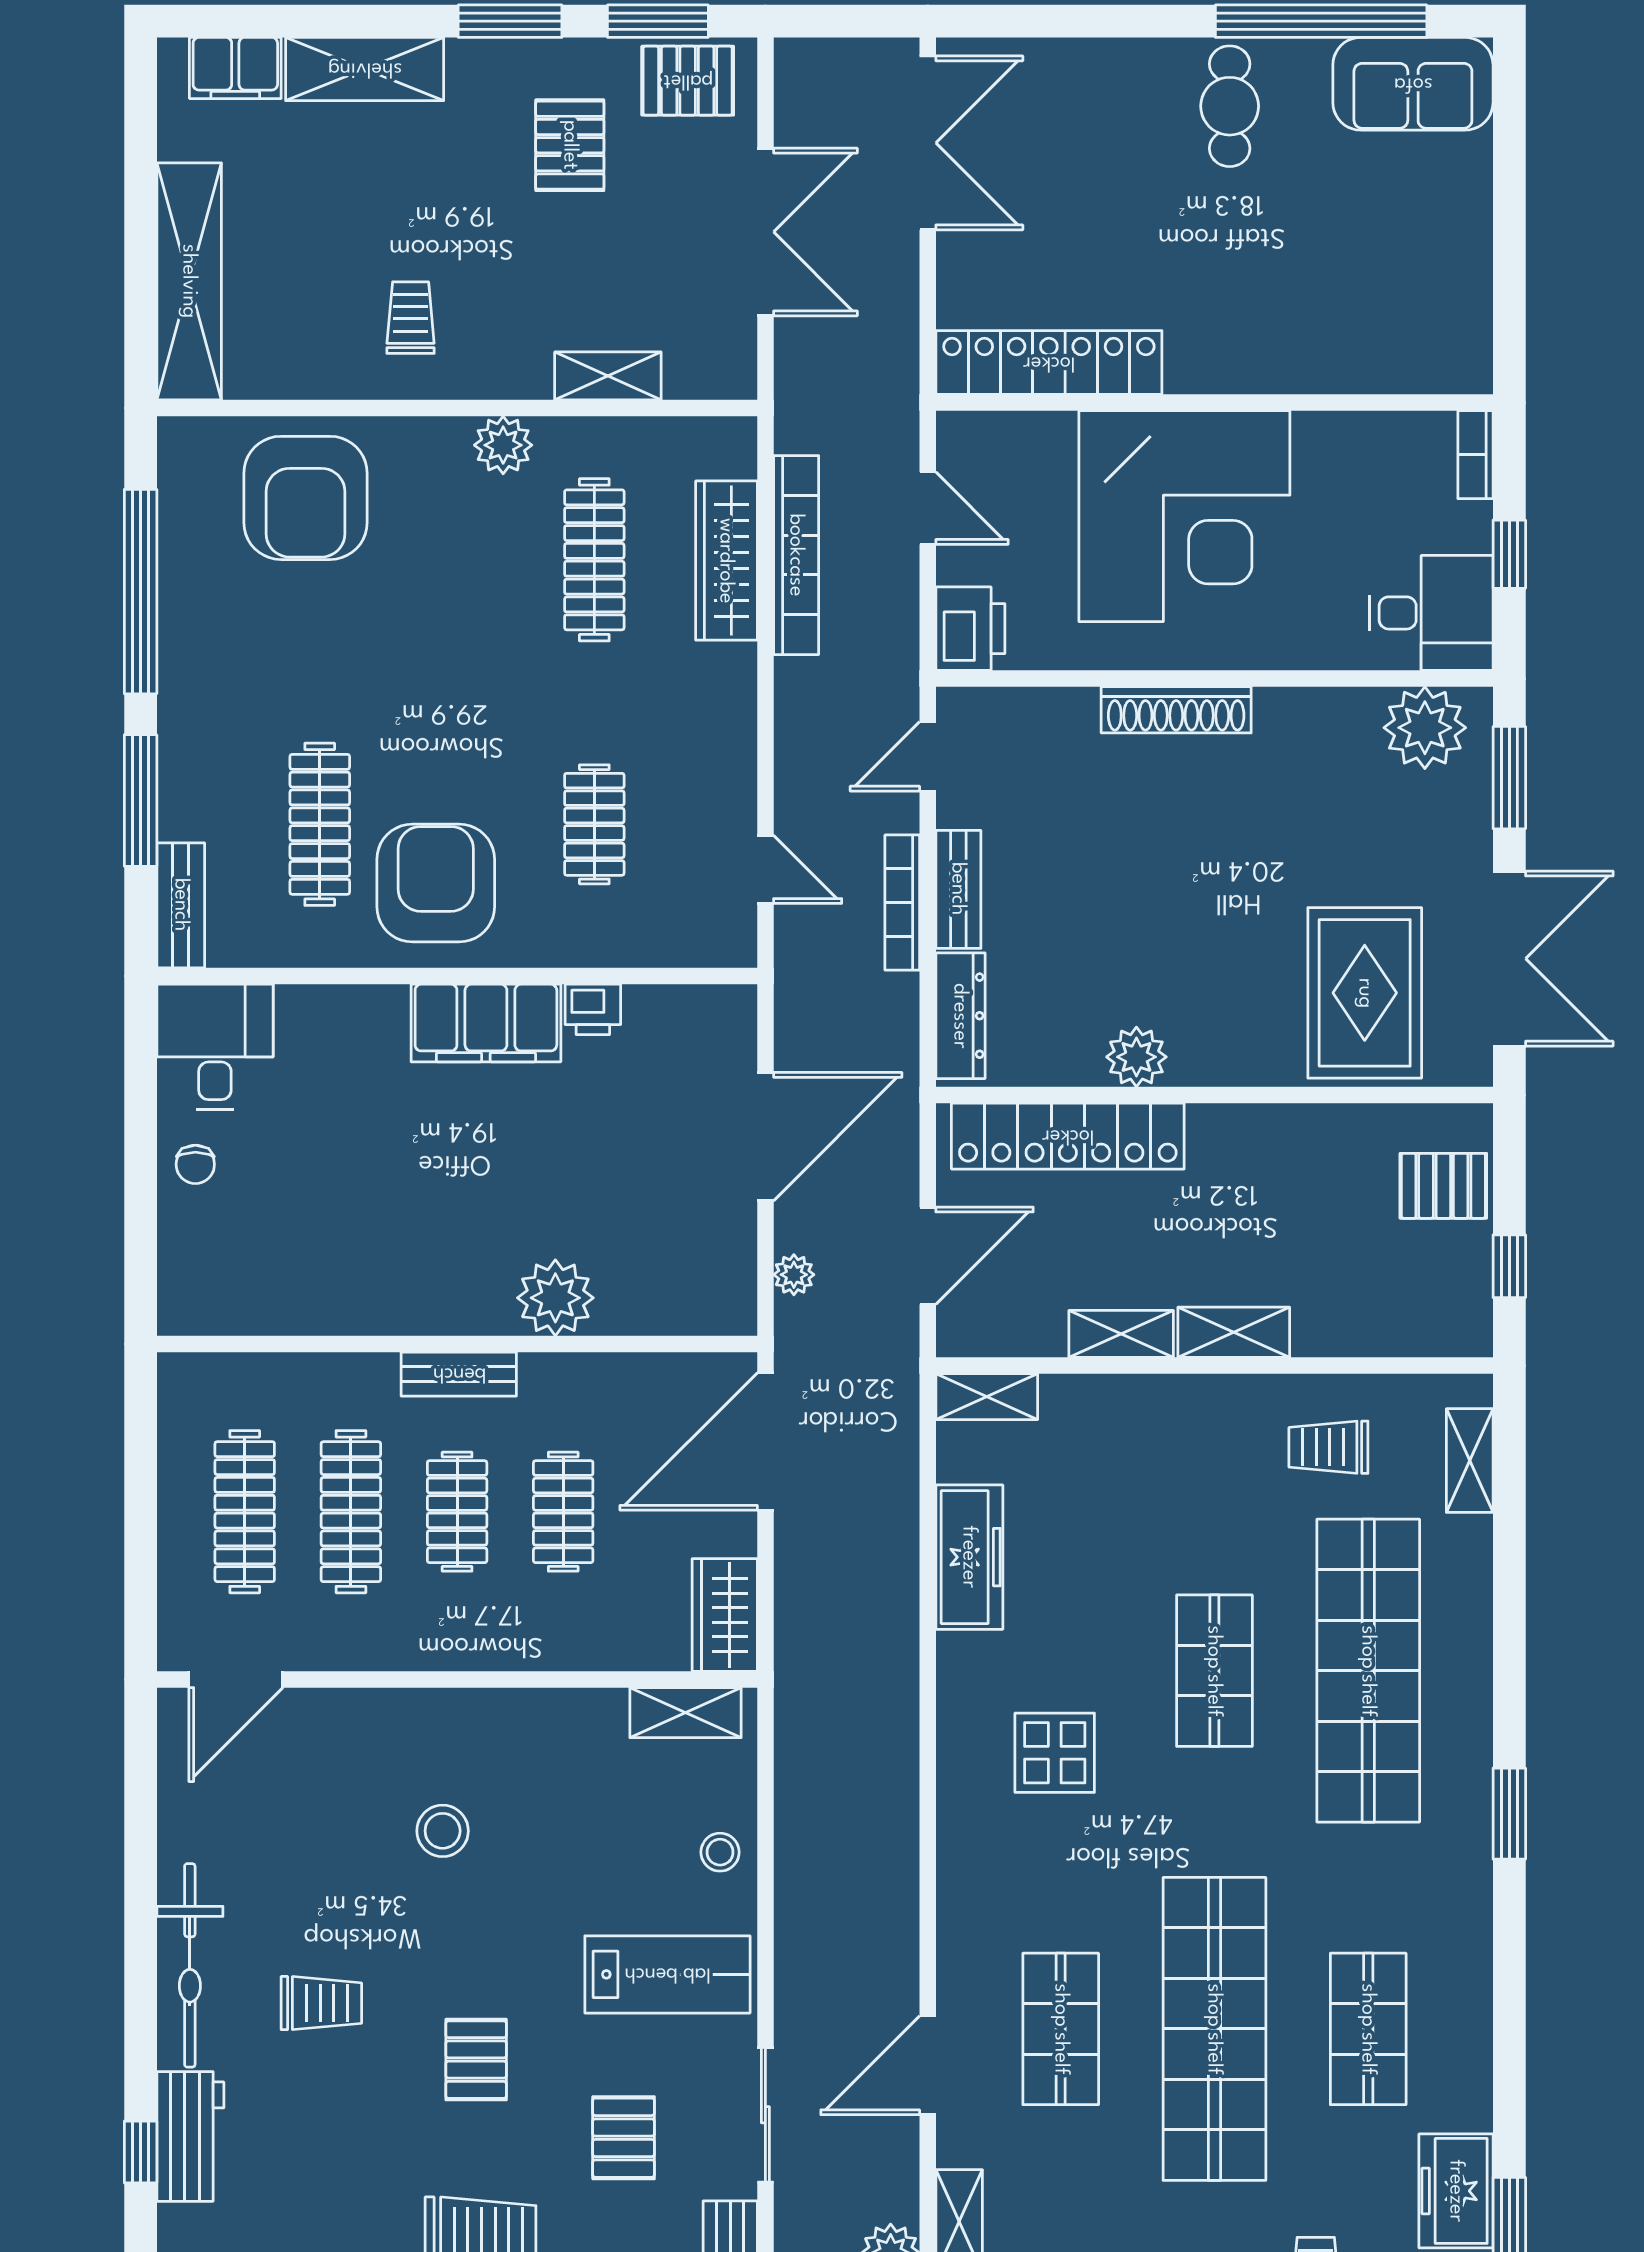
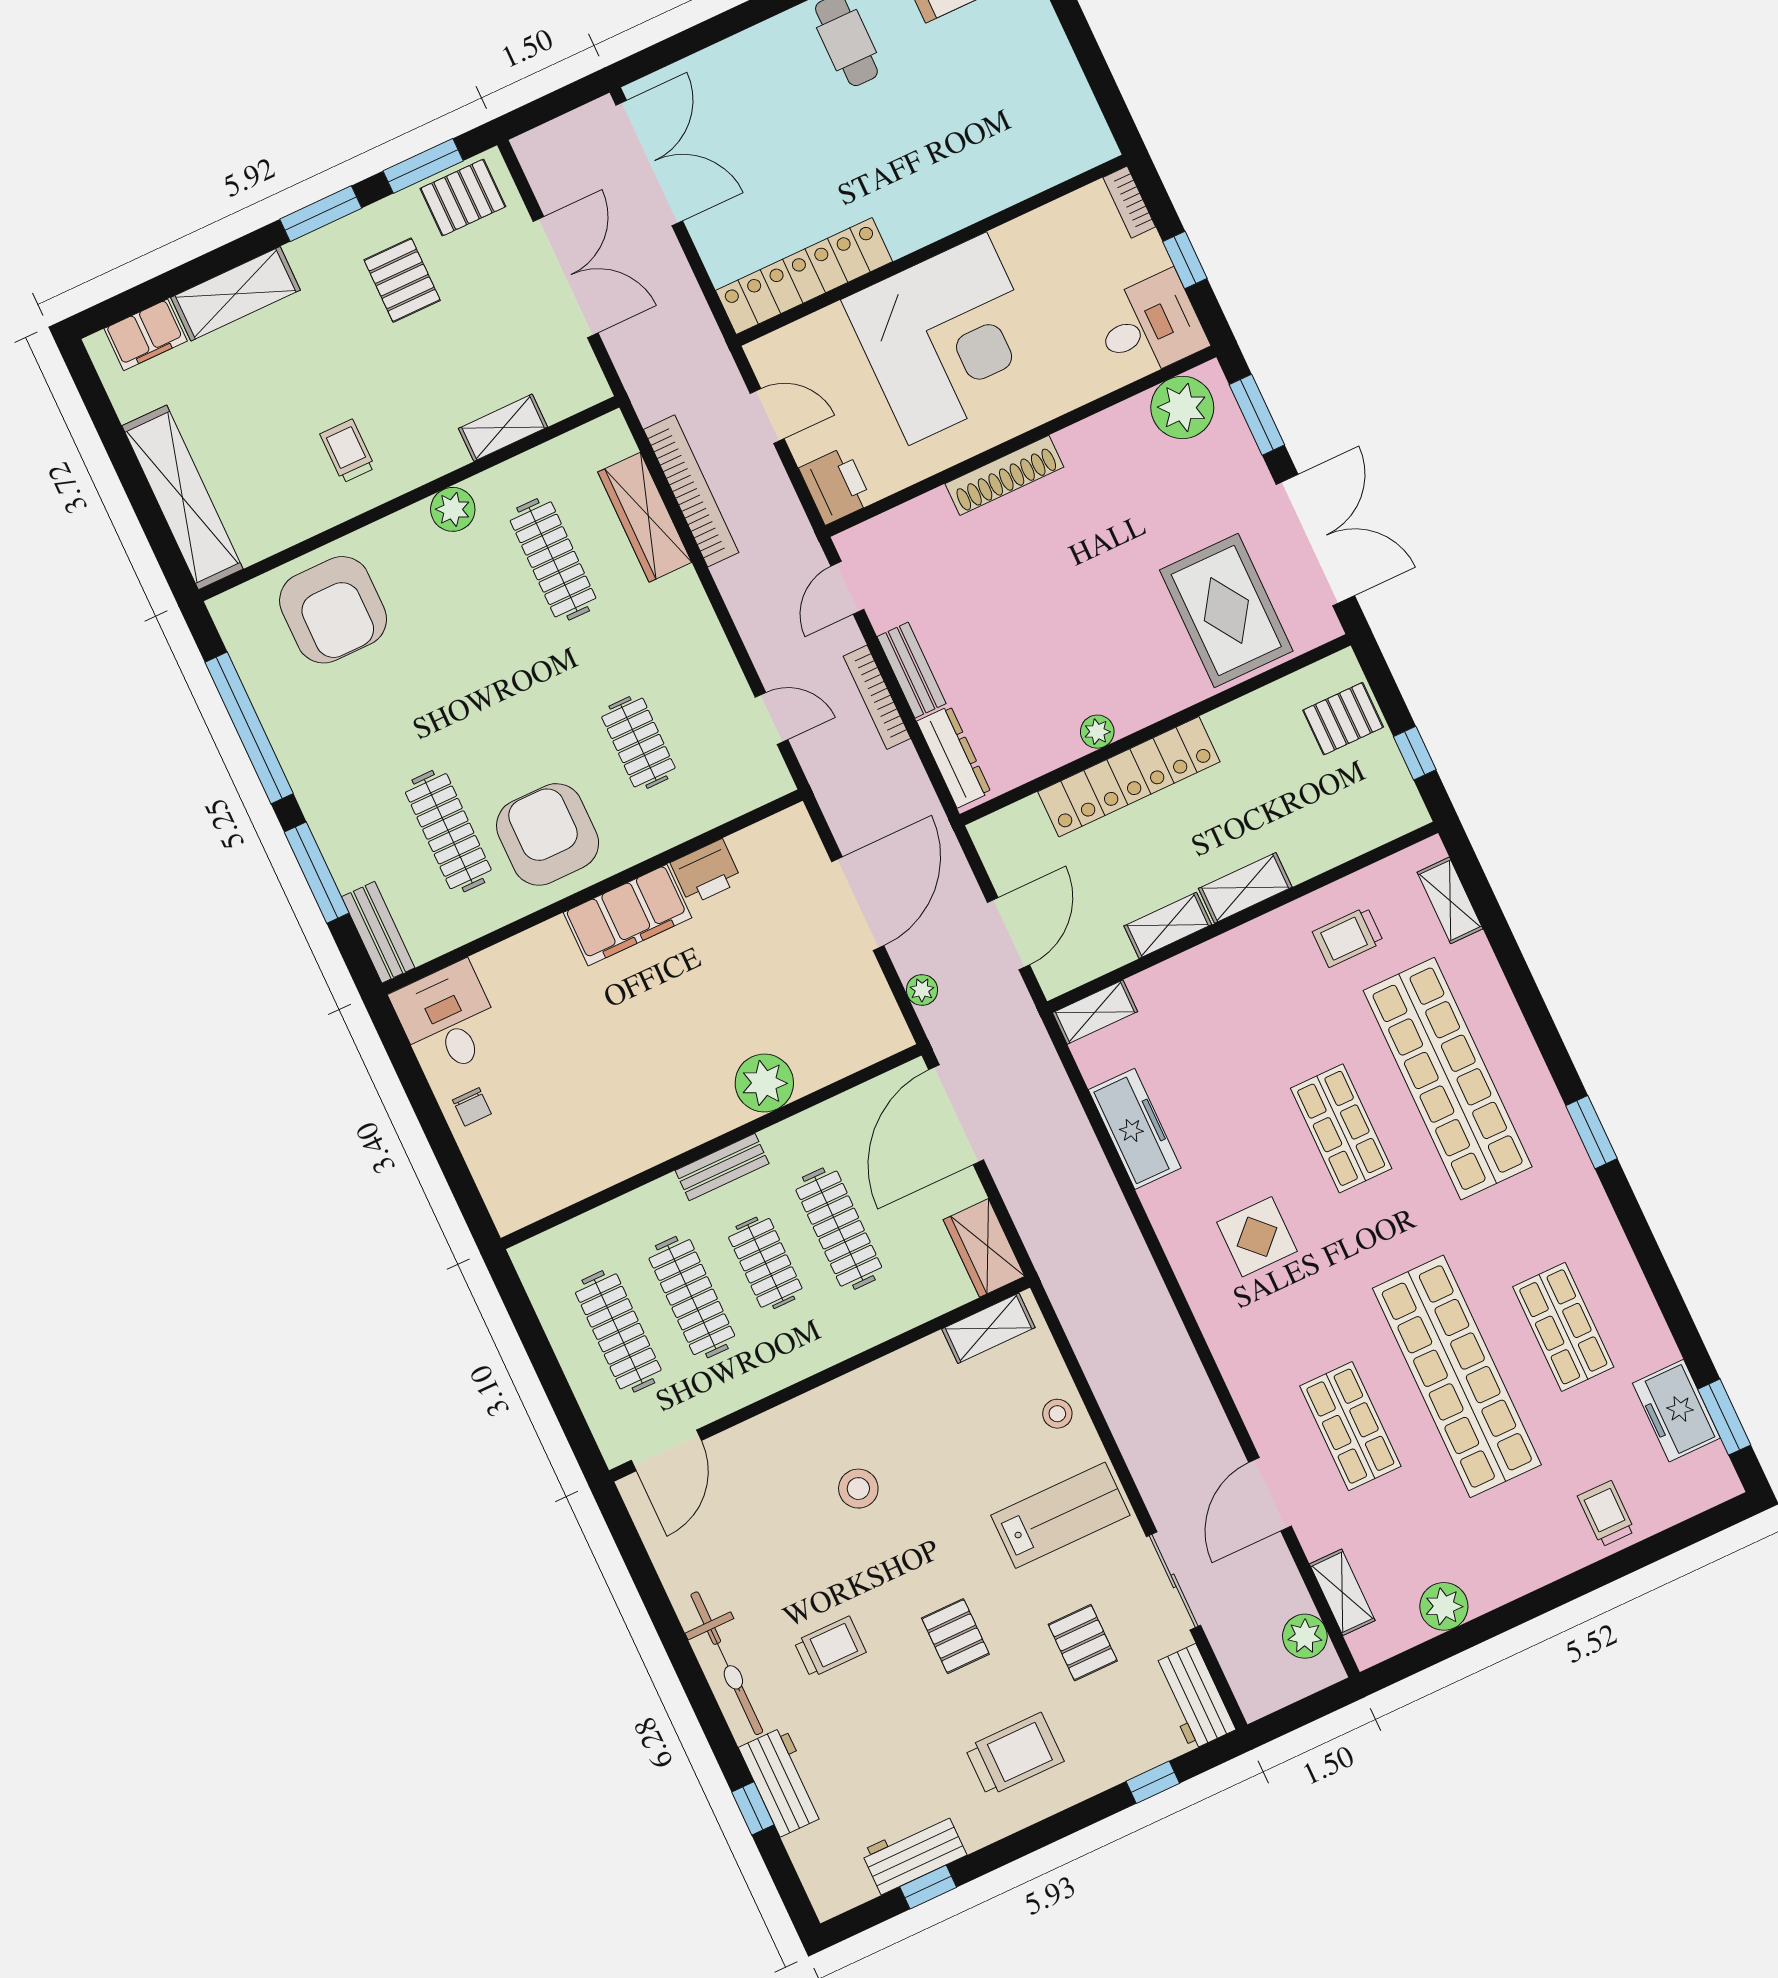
printer: (593, 1009) -> (706, 872), width x1.36, depth x1.24
plant: (1136, 1057) -> (1097, 732), width x0.73, depth x0.73
locker: (1068, 1136) -> (1129, 777), moved
clothes rail: (563, 1512) -> (839, 1229), width x1.36

